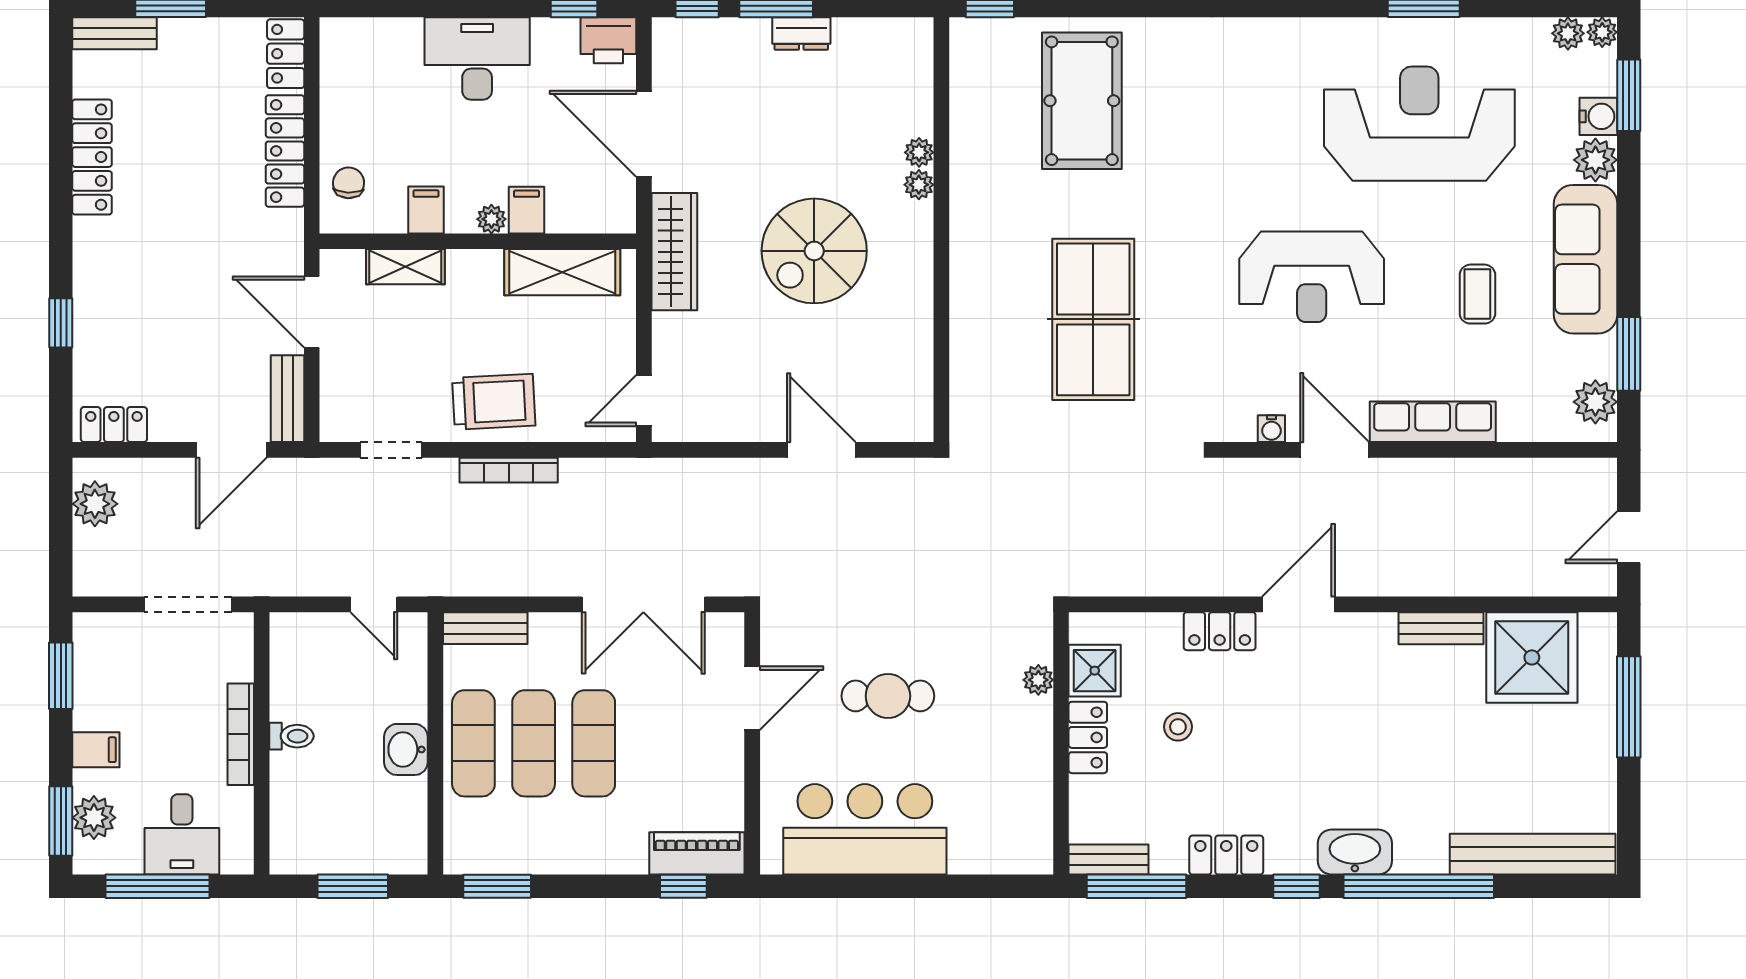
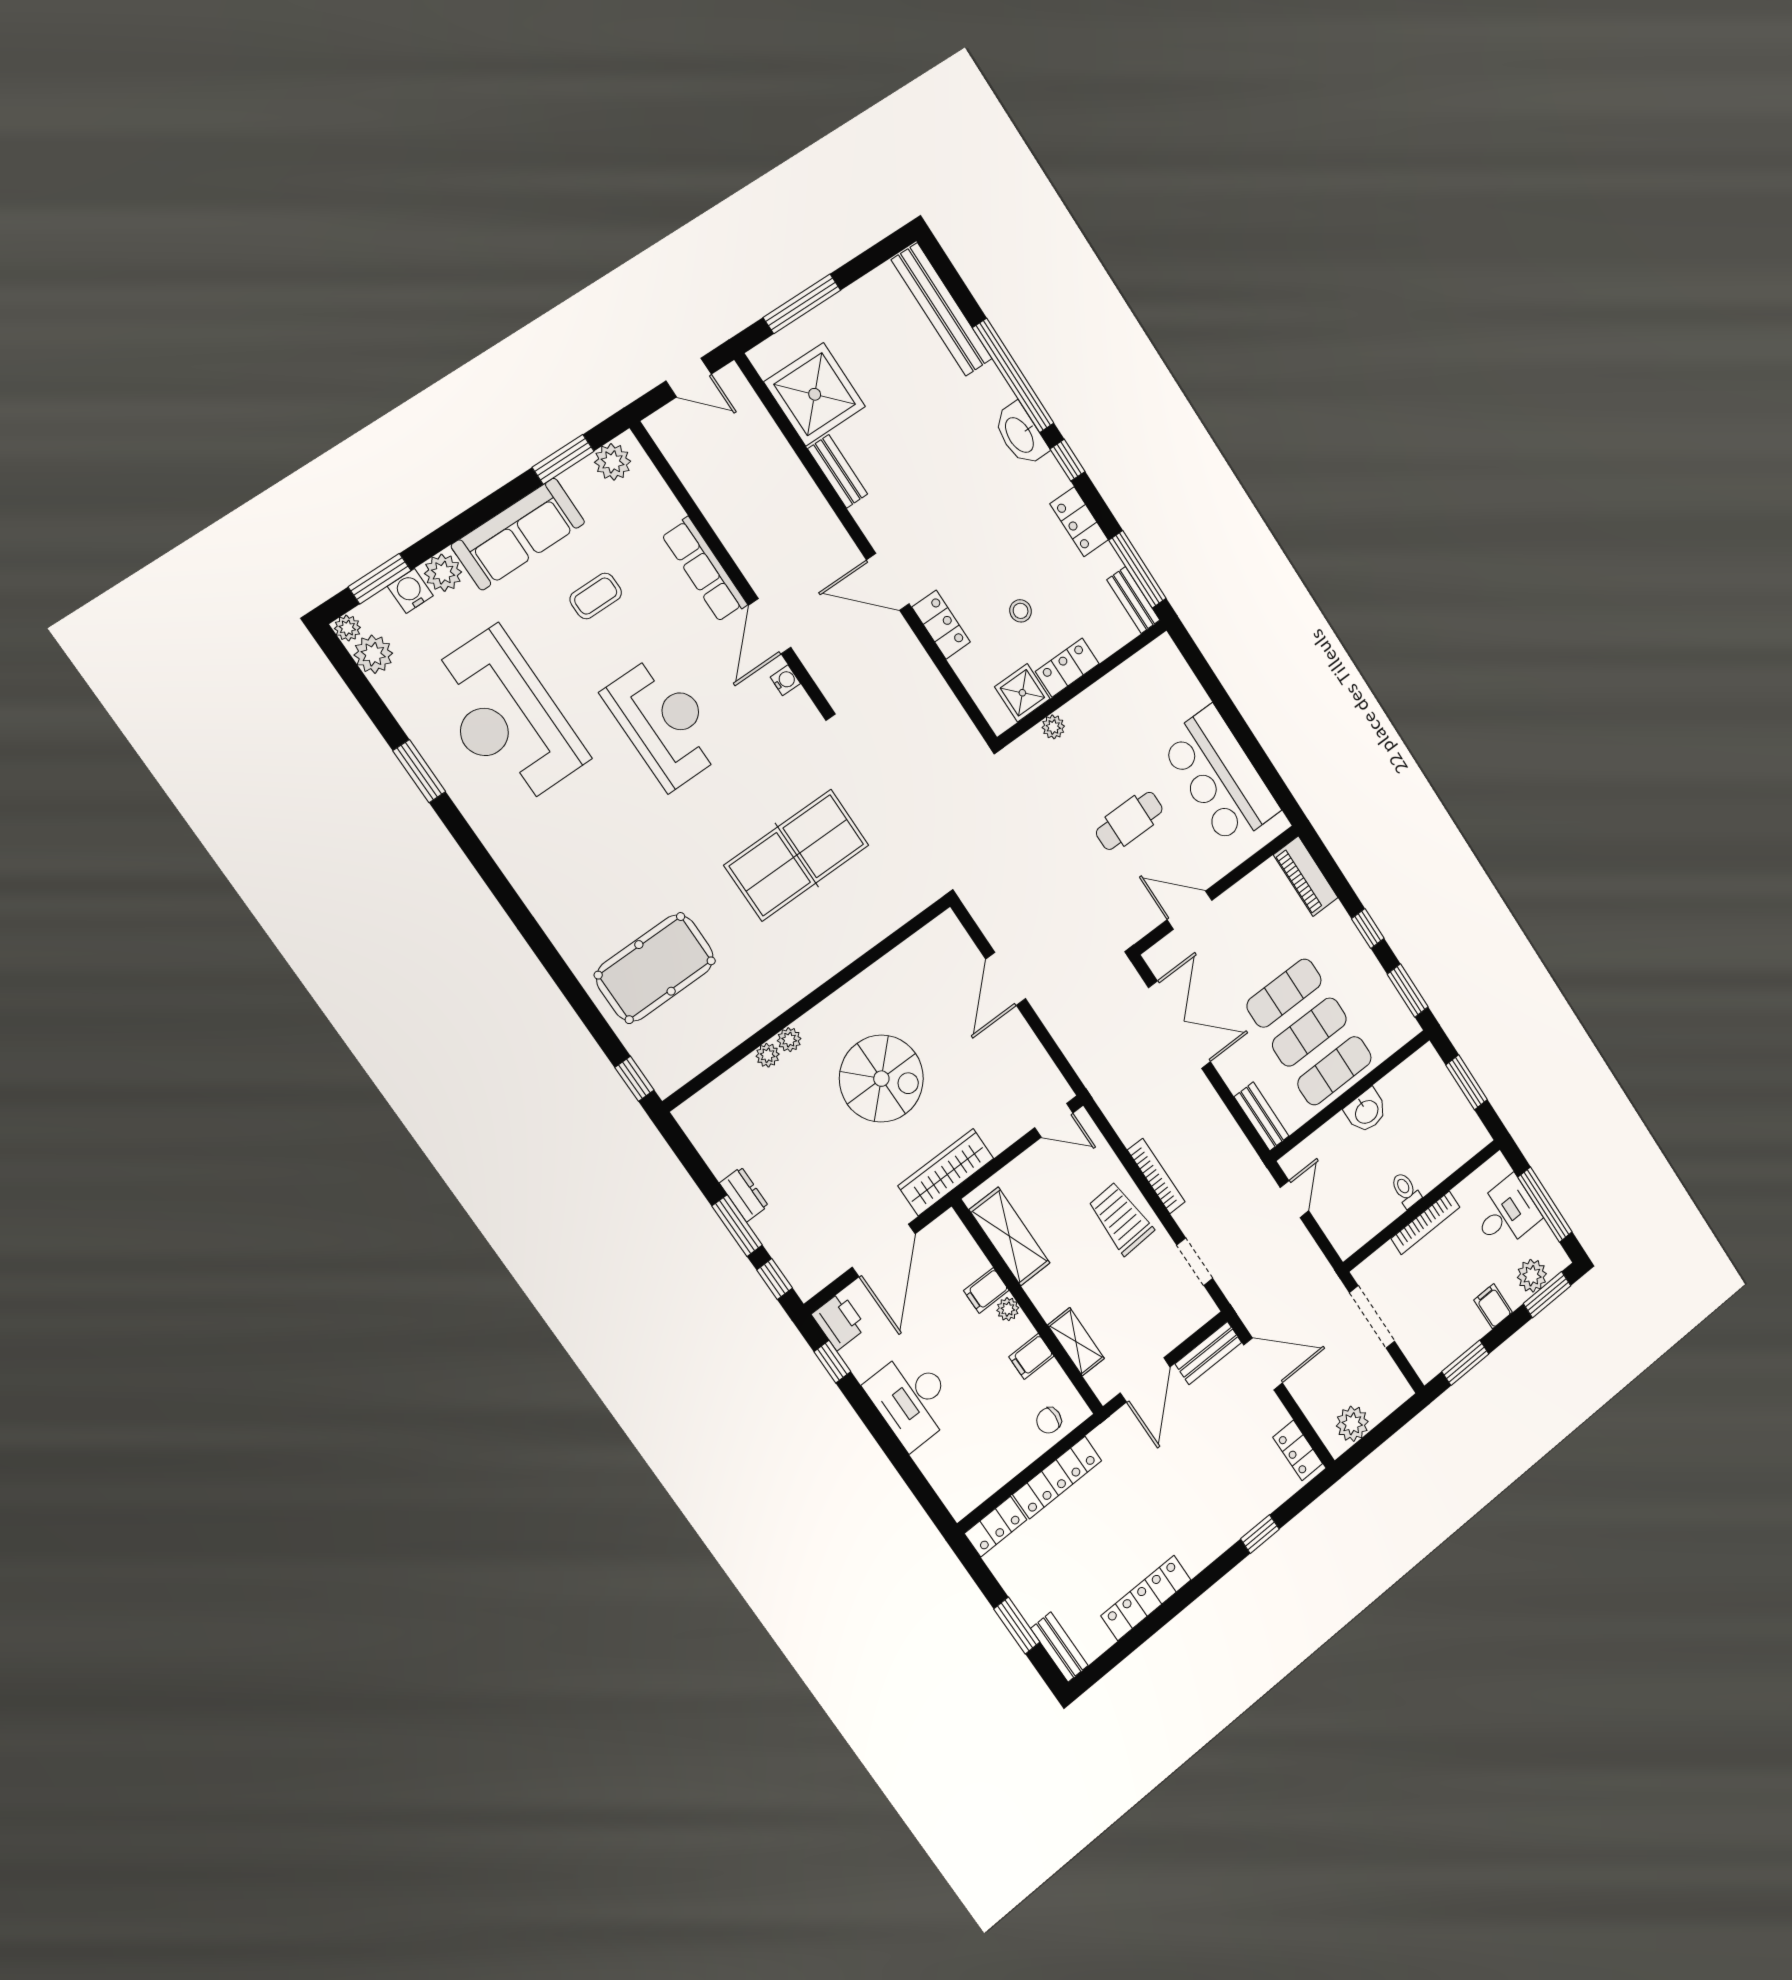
plant: (1568, 33) -> (373, 654), width x1.38, depth x1.38
cafe table: (888, 696) -> (1129, 821), turned 90
window: (683, 886) -> (1368, 929), moved

